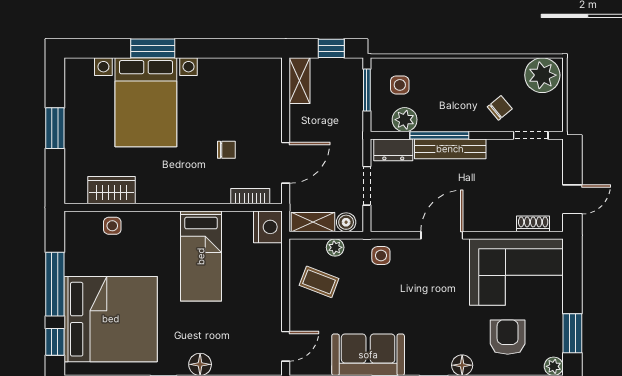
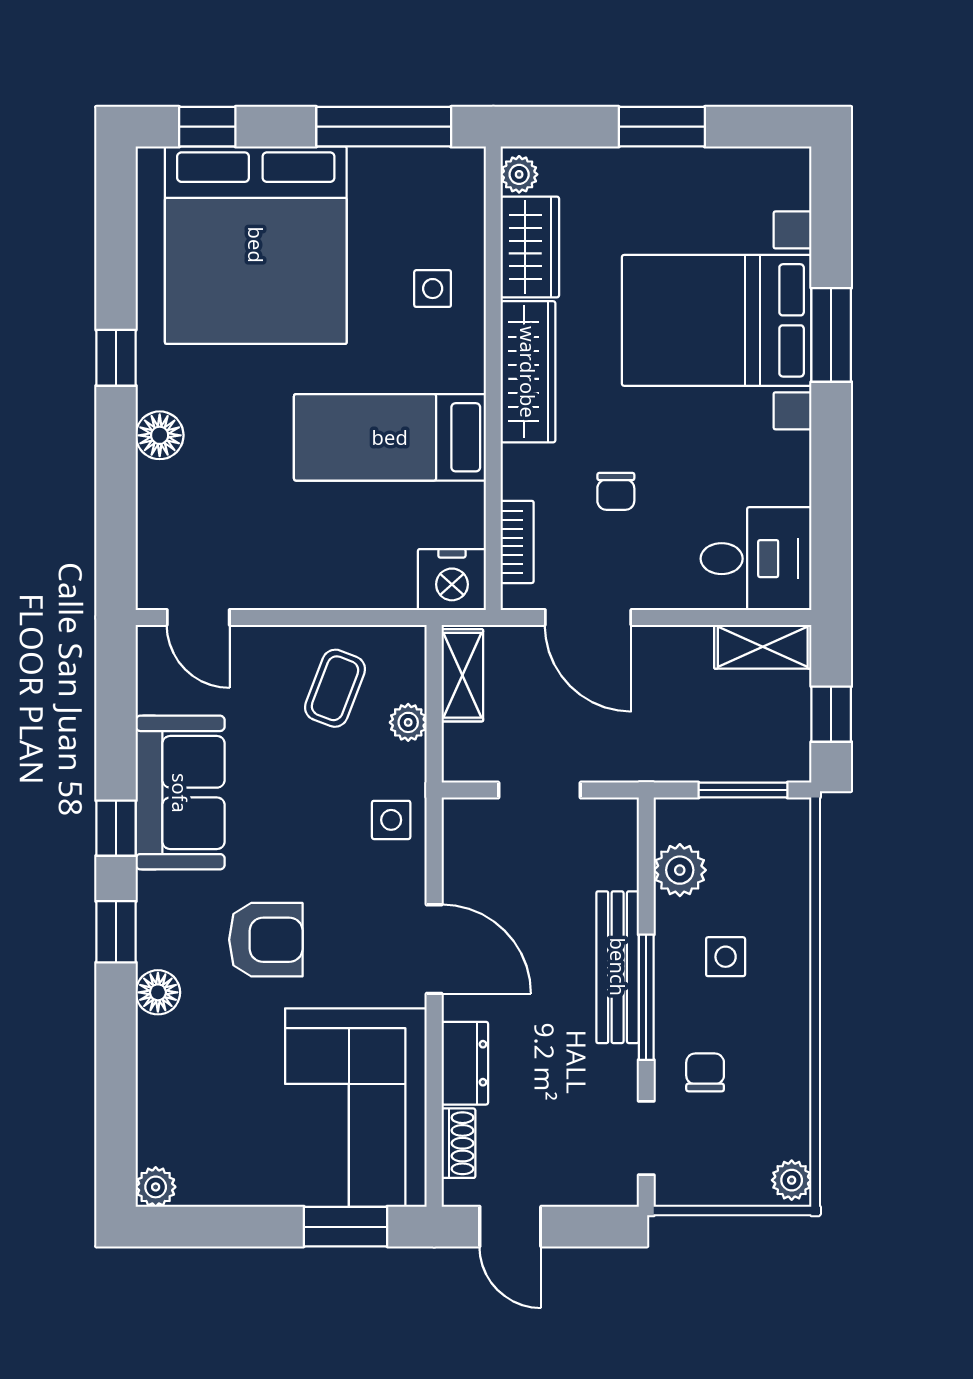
plant: (542, 75) -> (792, 1180), width x0.53, depth x0.53
desk: (258, 84) -> (756, 559), added
side table: (400, 85) -> (726, 957), moved
chair: (500, 108) -> (705, 1072), turned -140
window: (439, 135) -> (646, 997), moved
dresser: (393, 150) -> (465, 1063), moved, turned 180
wardrobe: (170, 191) -> (528, 372), added
plant: (77, 195) -> (519, 174), added
boiler: (346, 222) -> (462, 746), removed
side table: (112, 226) -> (433, 289), moved
window: (55, 284) -> (384, 127), moved
window: (572, 333) -> (346, 1227), moved
armchair: (508, 337) -> (266, 940), moved

